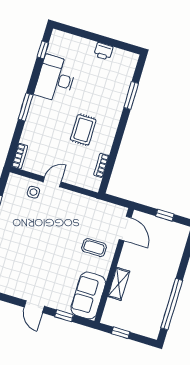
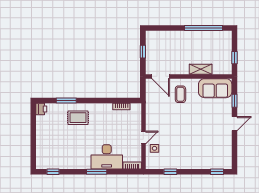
printer: (103, 51) -> (41, 109), moved
desk: (55, 79) -> (107, 157), moved
rug: (83, 130) -> (78, 118), moved
door: (52, 182) -> (143, 137), swing flipped
door: (125, 229) -> (161, 76), swing flipped

